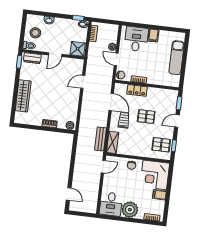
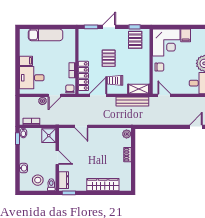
locker: (137, 90) -> (83, 76), width x1.53
door: (177, 121) -> (109, 27), swing flipped
bench: (101, 139) -> (132, 102), width x1.36

